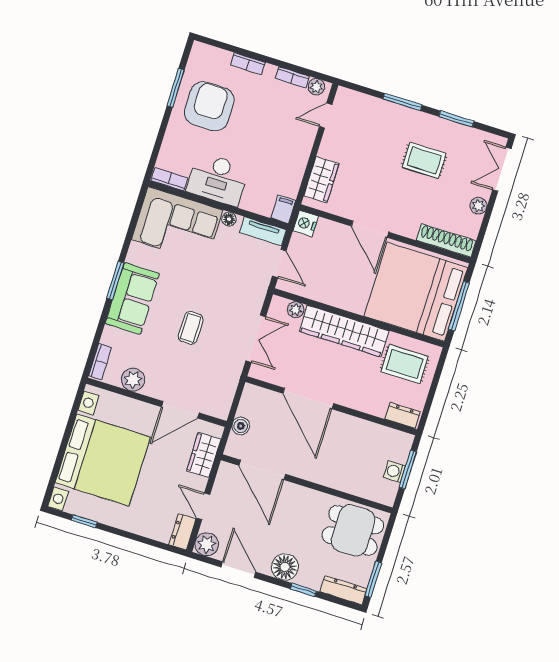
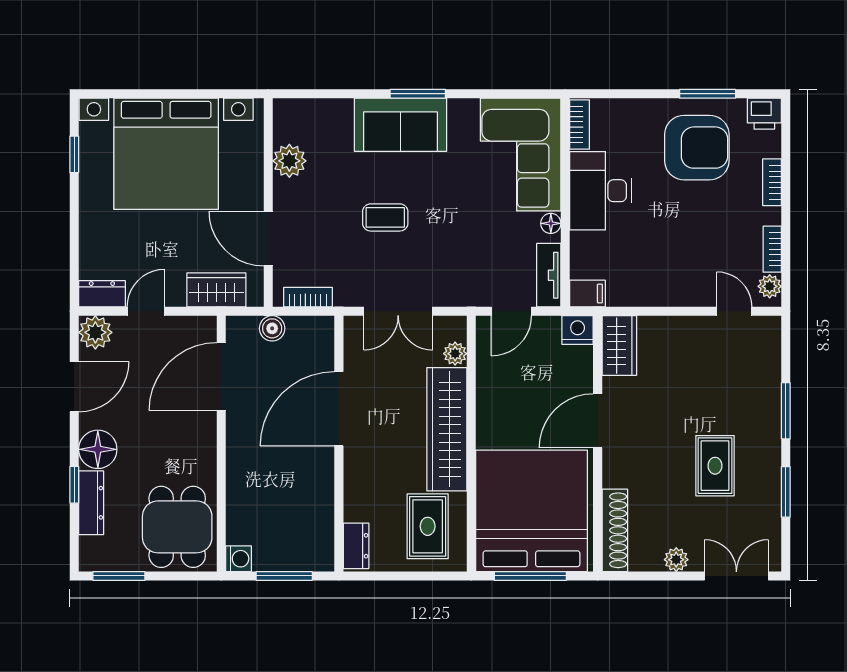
printer: (201, 54) -> (764, 114), added
wardrobe: (321, 180) -> (619, 346), moved, turned -90
bookcase: (100, 362) -> (308, 297), moved, turned 180
washing machine: (395, 471) -> (238, 559), moved, turned 90
dresser: (343, 590) -> (91, 503), moved

